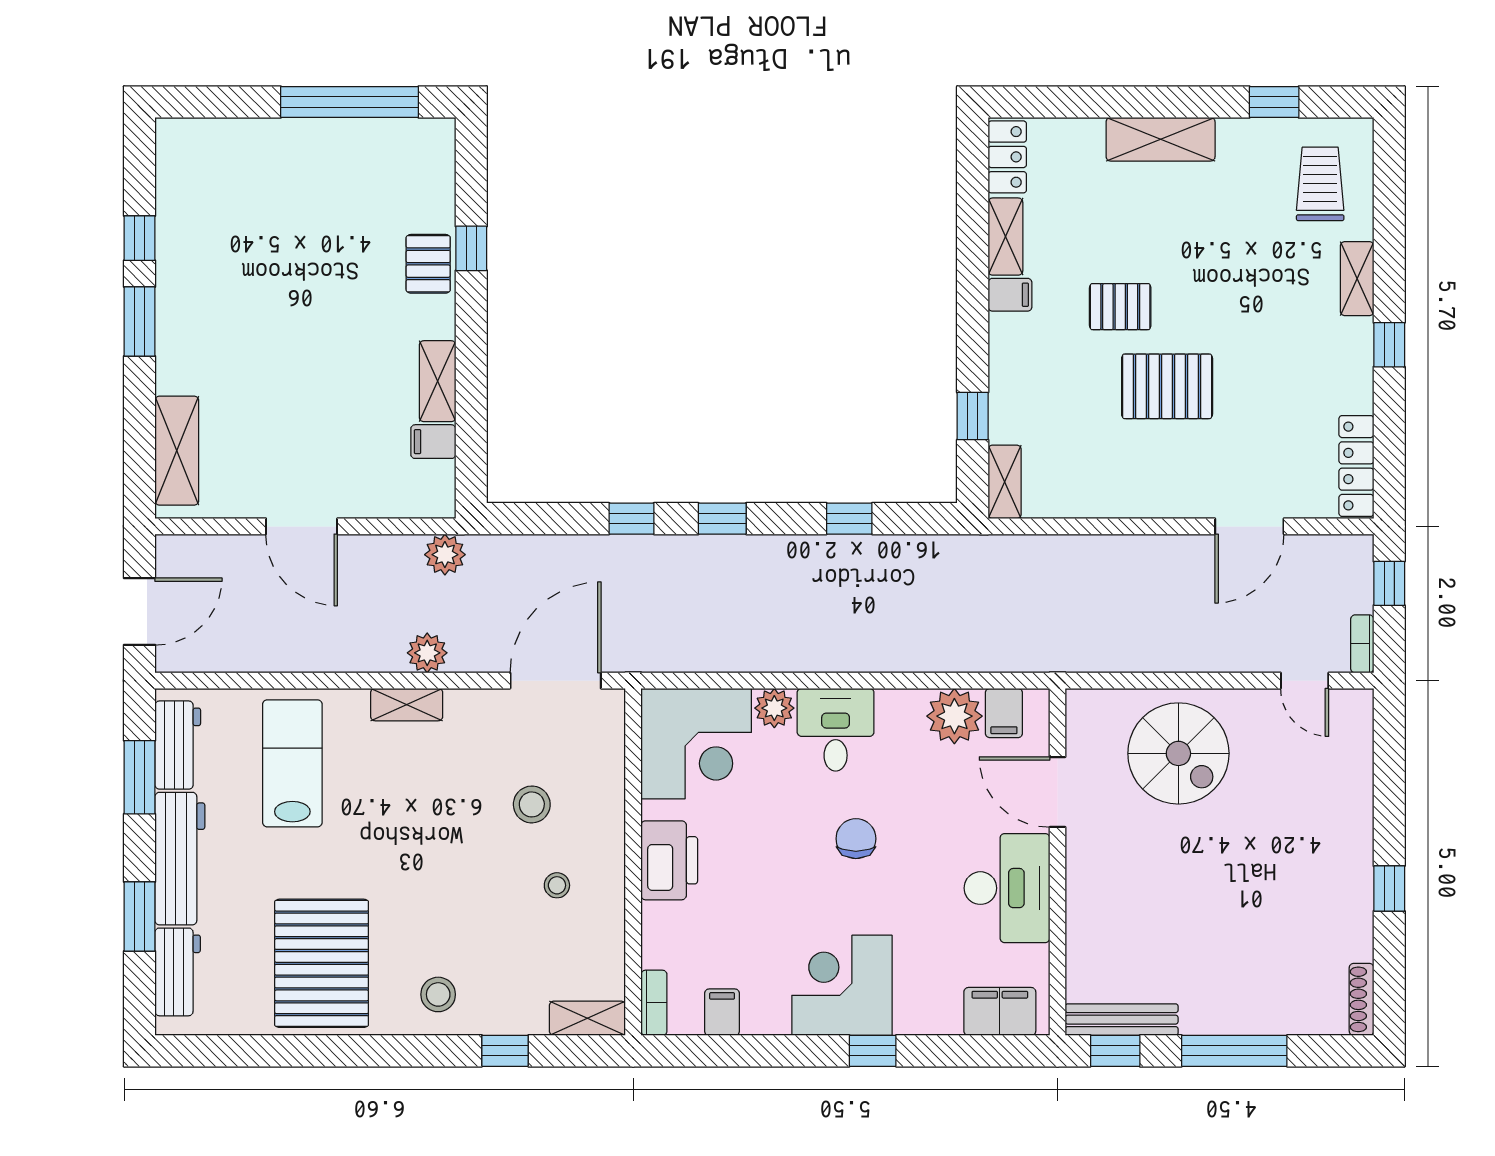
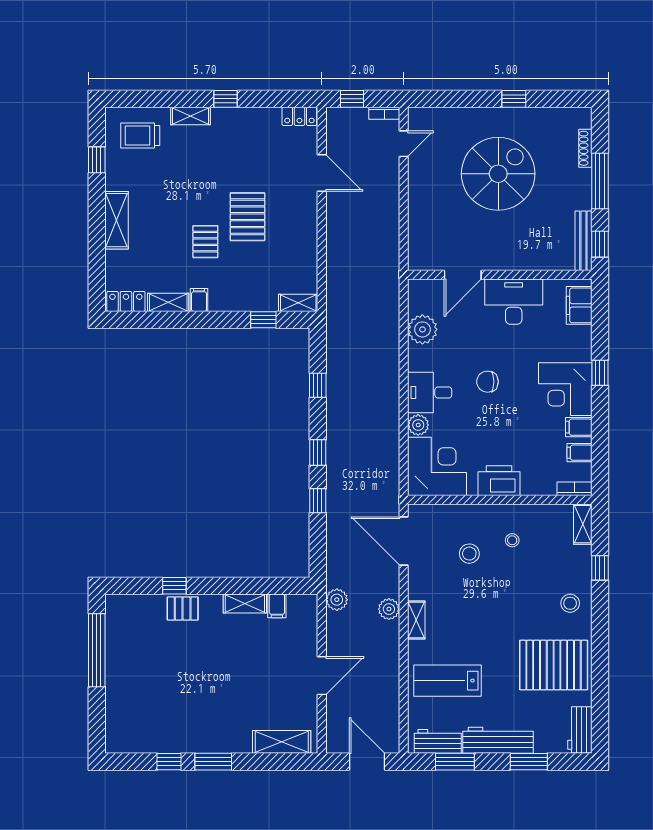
locker: (1356, 466) -> (299, 116), width x0.66
filing cabinet: (1004, 713) -> (579, 427), moved, turned 180
spiral stairs: (1178, 753) -> (498, 174), moved, width x1.37, depth x1.37
workbench: (178, 972) -> (580, 730), moved, turned -90
shoe rack: (1362, 999) -> (585, 148), moved, turned 90

